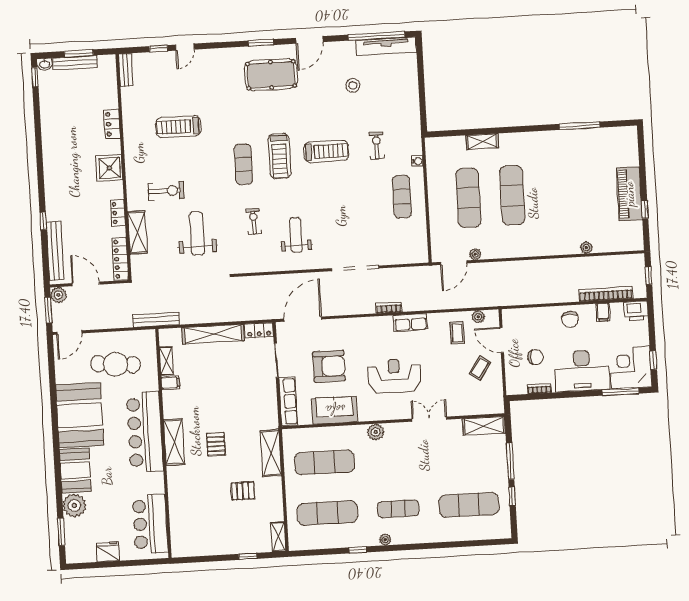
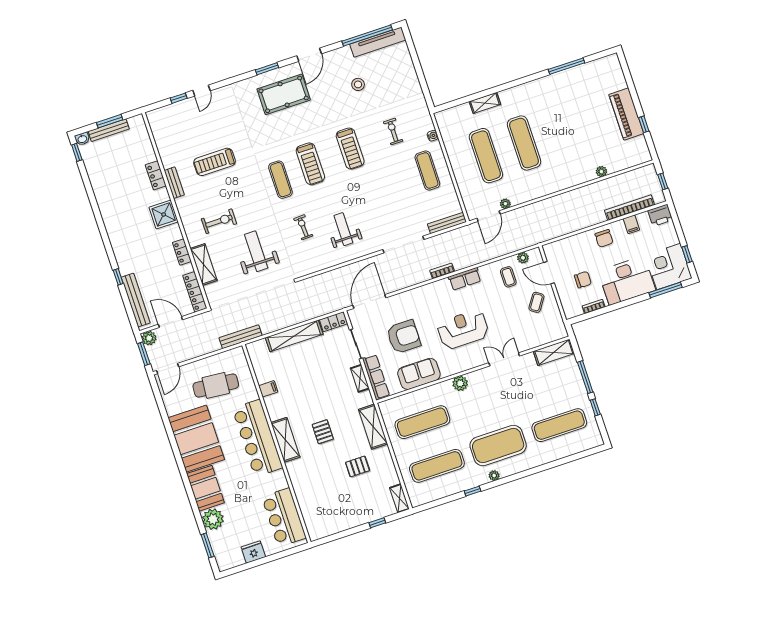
bench: (126, 70) -> (174, 183), moved
treadmill: (326, 151) -> (350, 149), turned 90
bench: (408, 258) -> (447, 223), added
shelving: (166, 361) -> (360, 378), moved
exercise mat: (398, 509) -> (498, 445), width x2.00, depth x1.45

